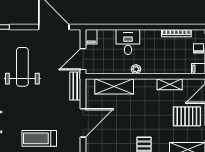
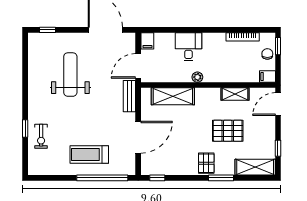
pallet: (187, 116) -> (228, 131), moved

